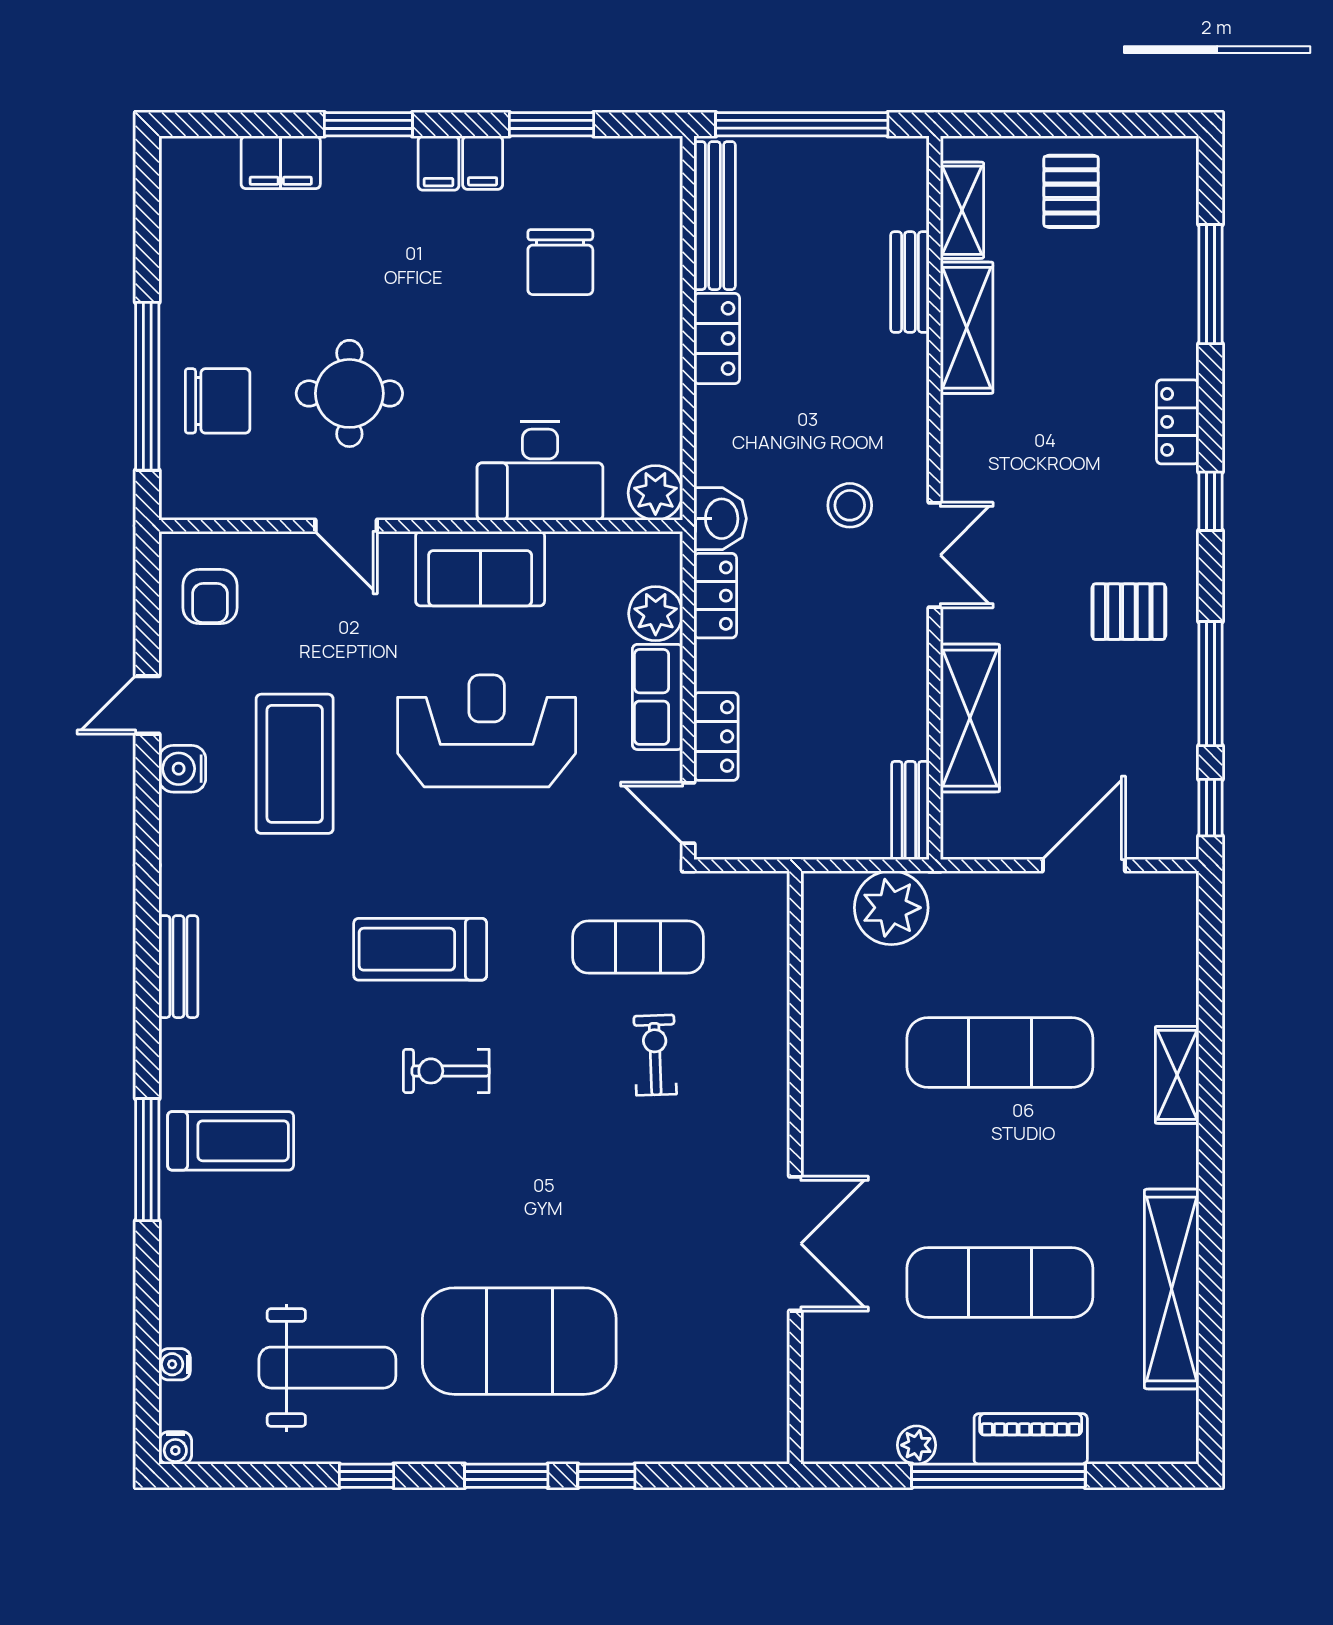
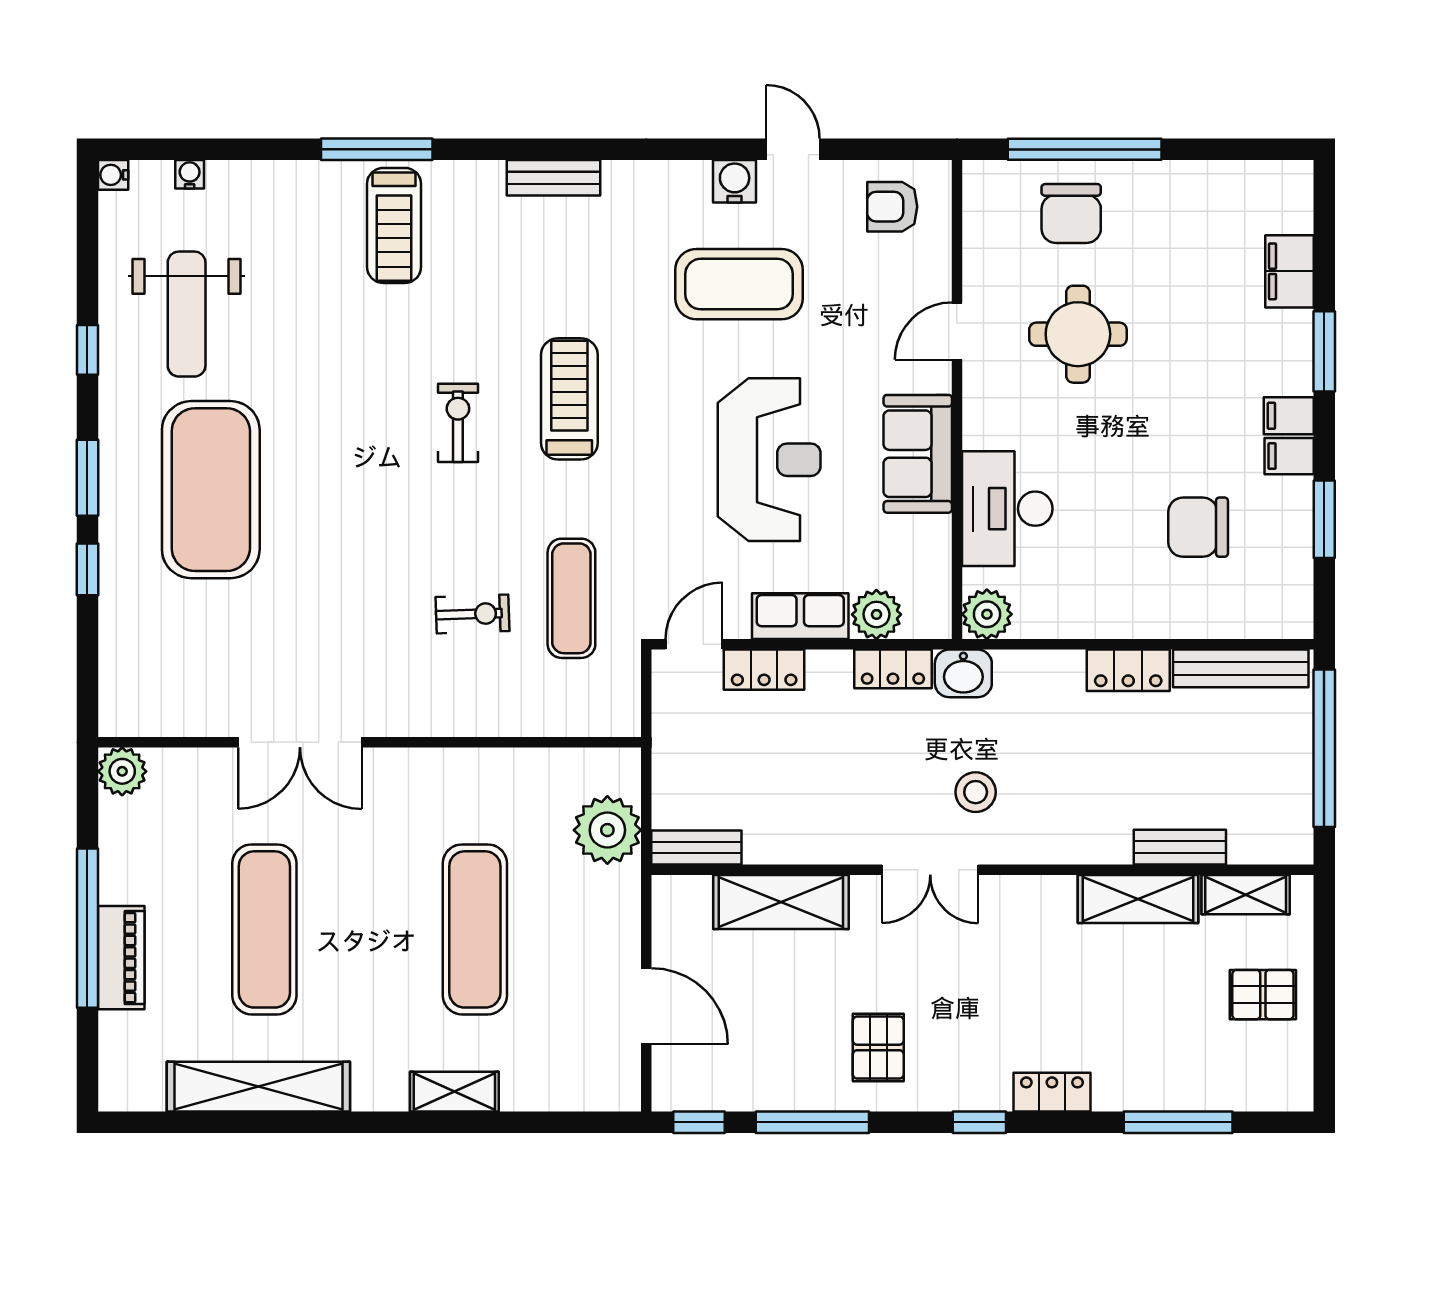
plant: (916, 1445) -> (122, 771), moved, width x1.38, depth x1.38

